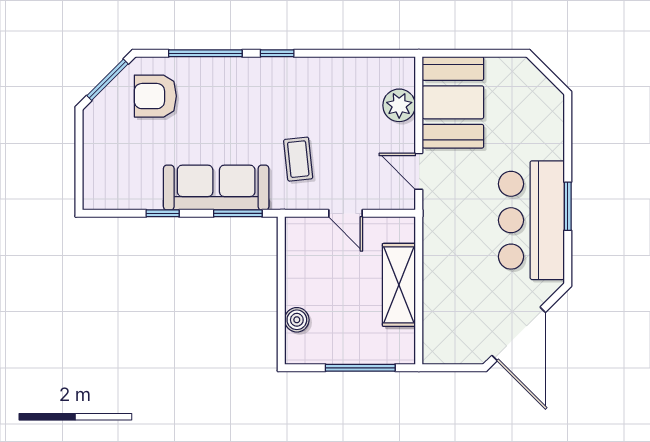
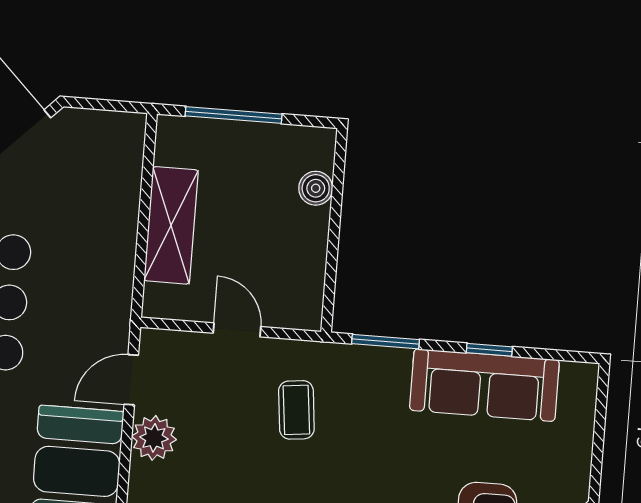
plant: (399, 105) -> (154, 438), moved
door: (419, 171) -> (131, 380), swing flipped
sofa: (216, 188) -> (484, 385), moved

